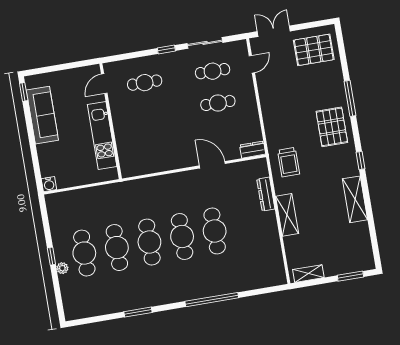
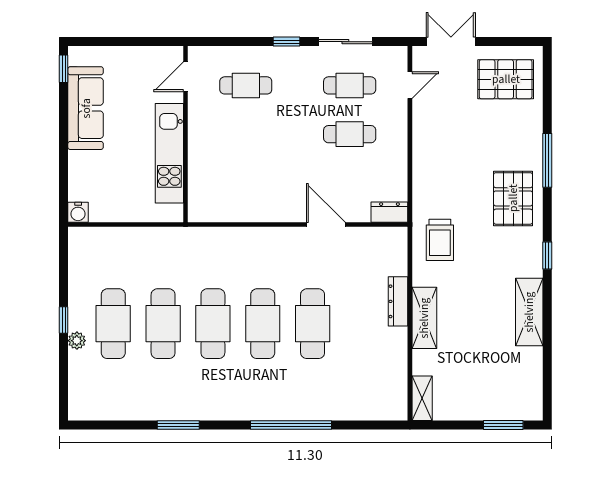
dresser: (266, 194) -> (398, 301), moved
shelving: (308, 274) -> (422, 398), moved, turned 90

